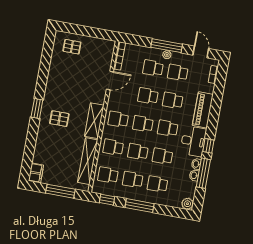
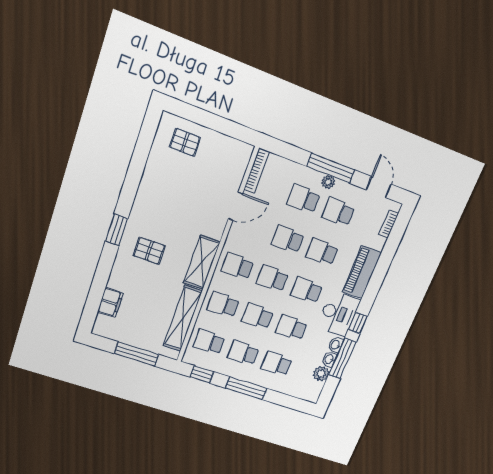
filing cabinet: (36, 173) -> (110, 303), moved
plant: (187, 204) -> (321, 374), moved

